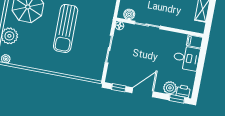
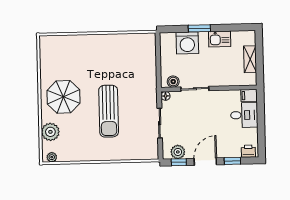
plant: (170, 88) -> (178, 152), moved
window: (177, 99) -> (232, 161), moved

